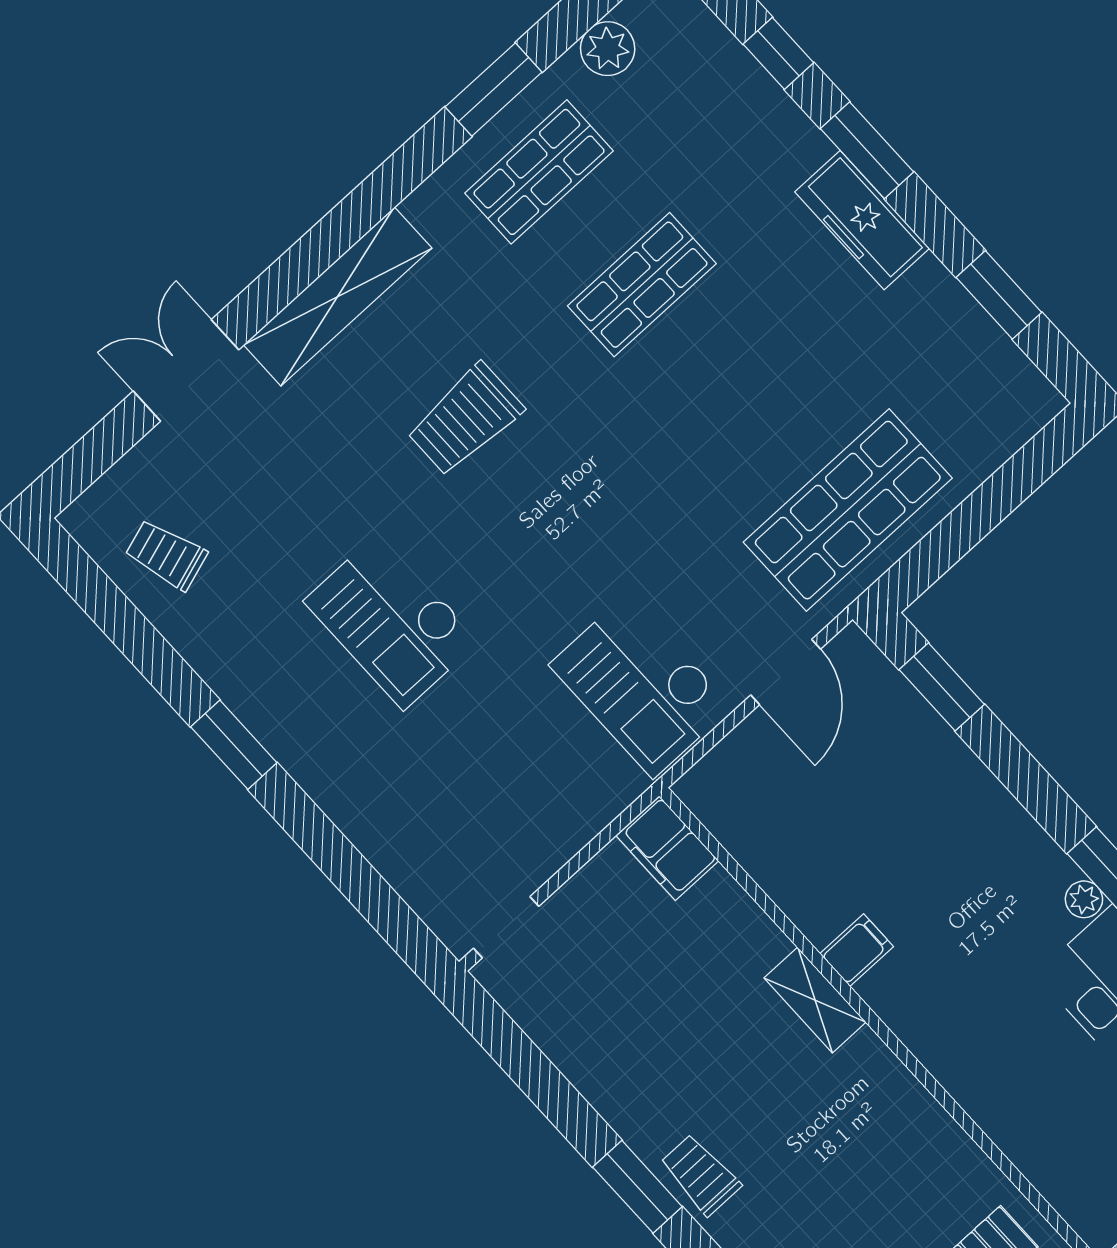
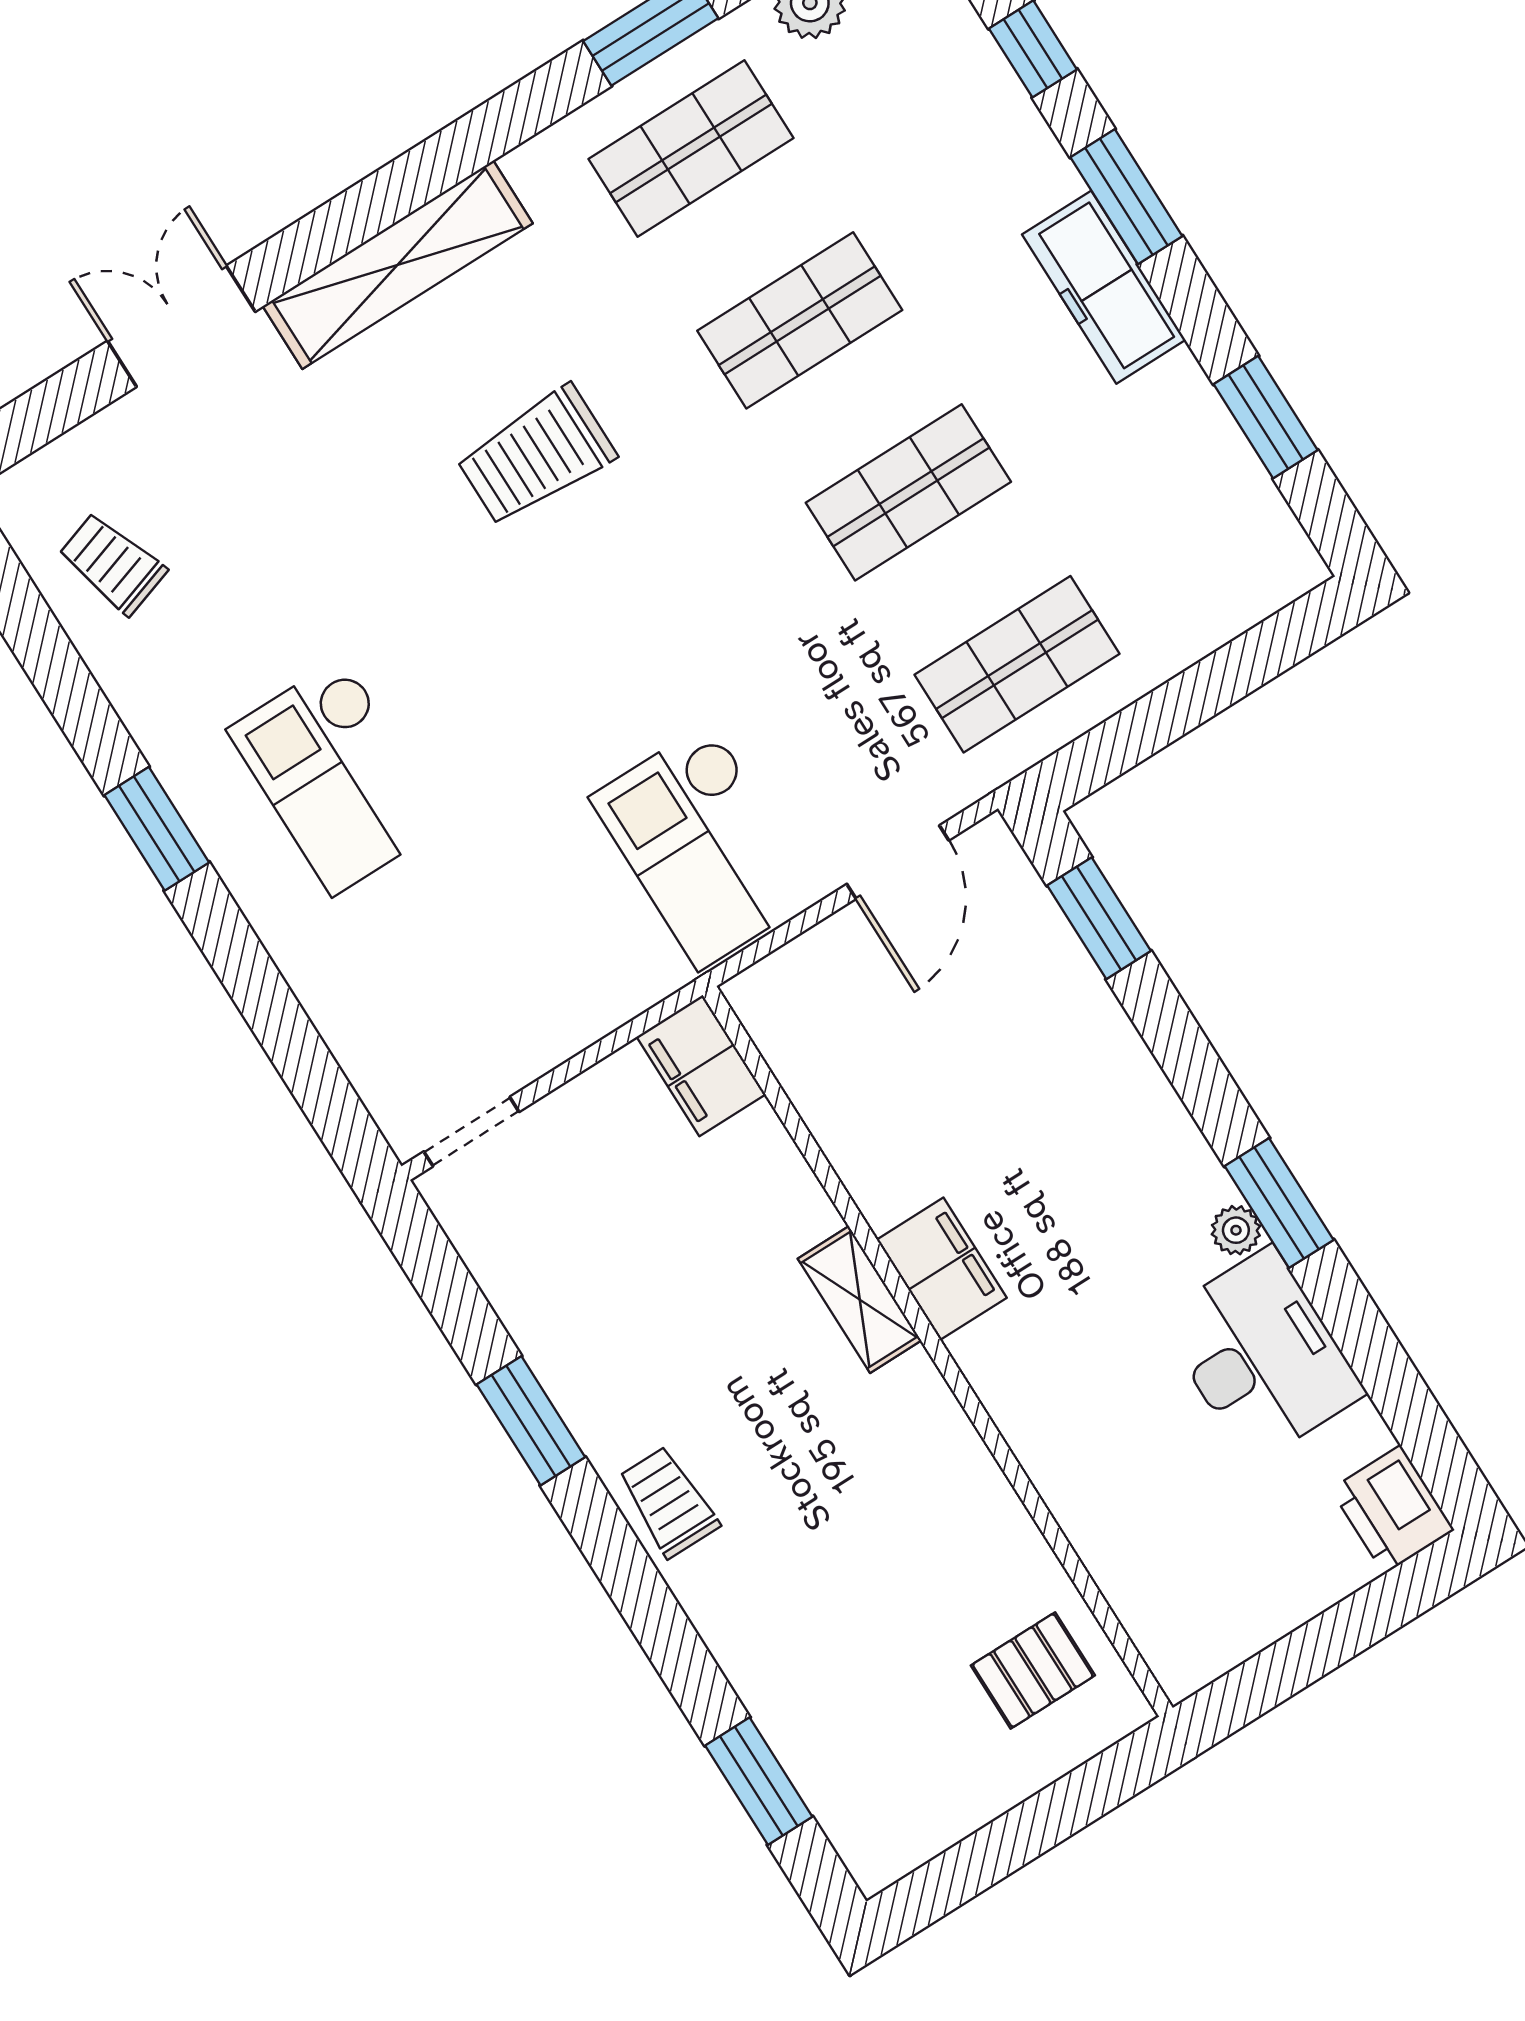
shop shelf: (745, 397) -> (908, 492), added
shop shelf: (848, 510) -> (1017, 664), width x0.70, depth x0.74
checkout: (392, 621) -> (338, 776), moved
filing cabinet: (857, 950) -> (942, 1269), width x2.00
window: (637, 1187) -> (531, 1421), moved

